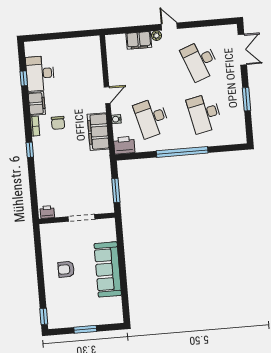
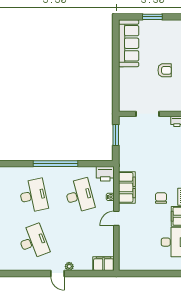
filing cabinet: (139, 40) -> (103, 264), moved
sofa: (108, 269) -> (129, 43), moved

